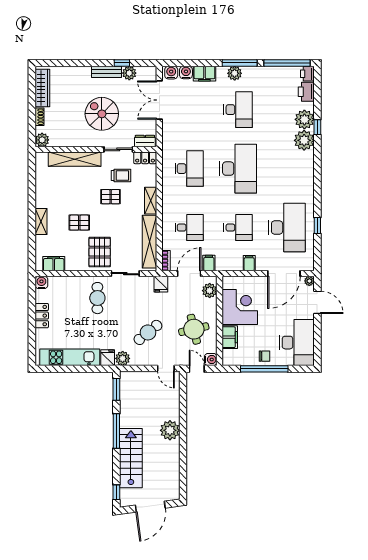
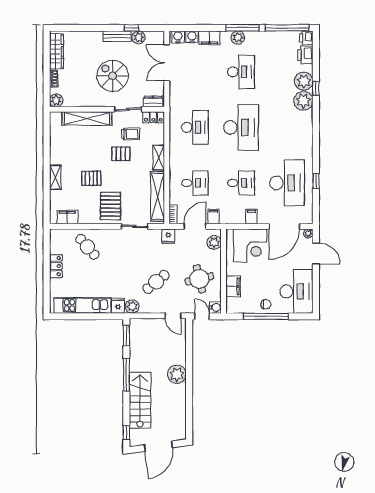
water cooler: (41, 282) -> (56, 235), removed
cafe table: (97, 298) -> (87, 247), moved, turned -41
corner desk: (240, 307) -> (250, 245), moved, turned 90

